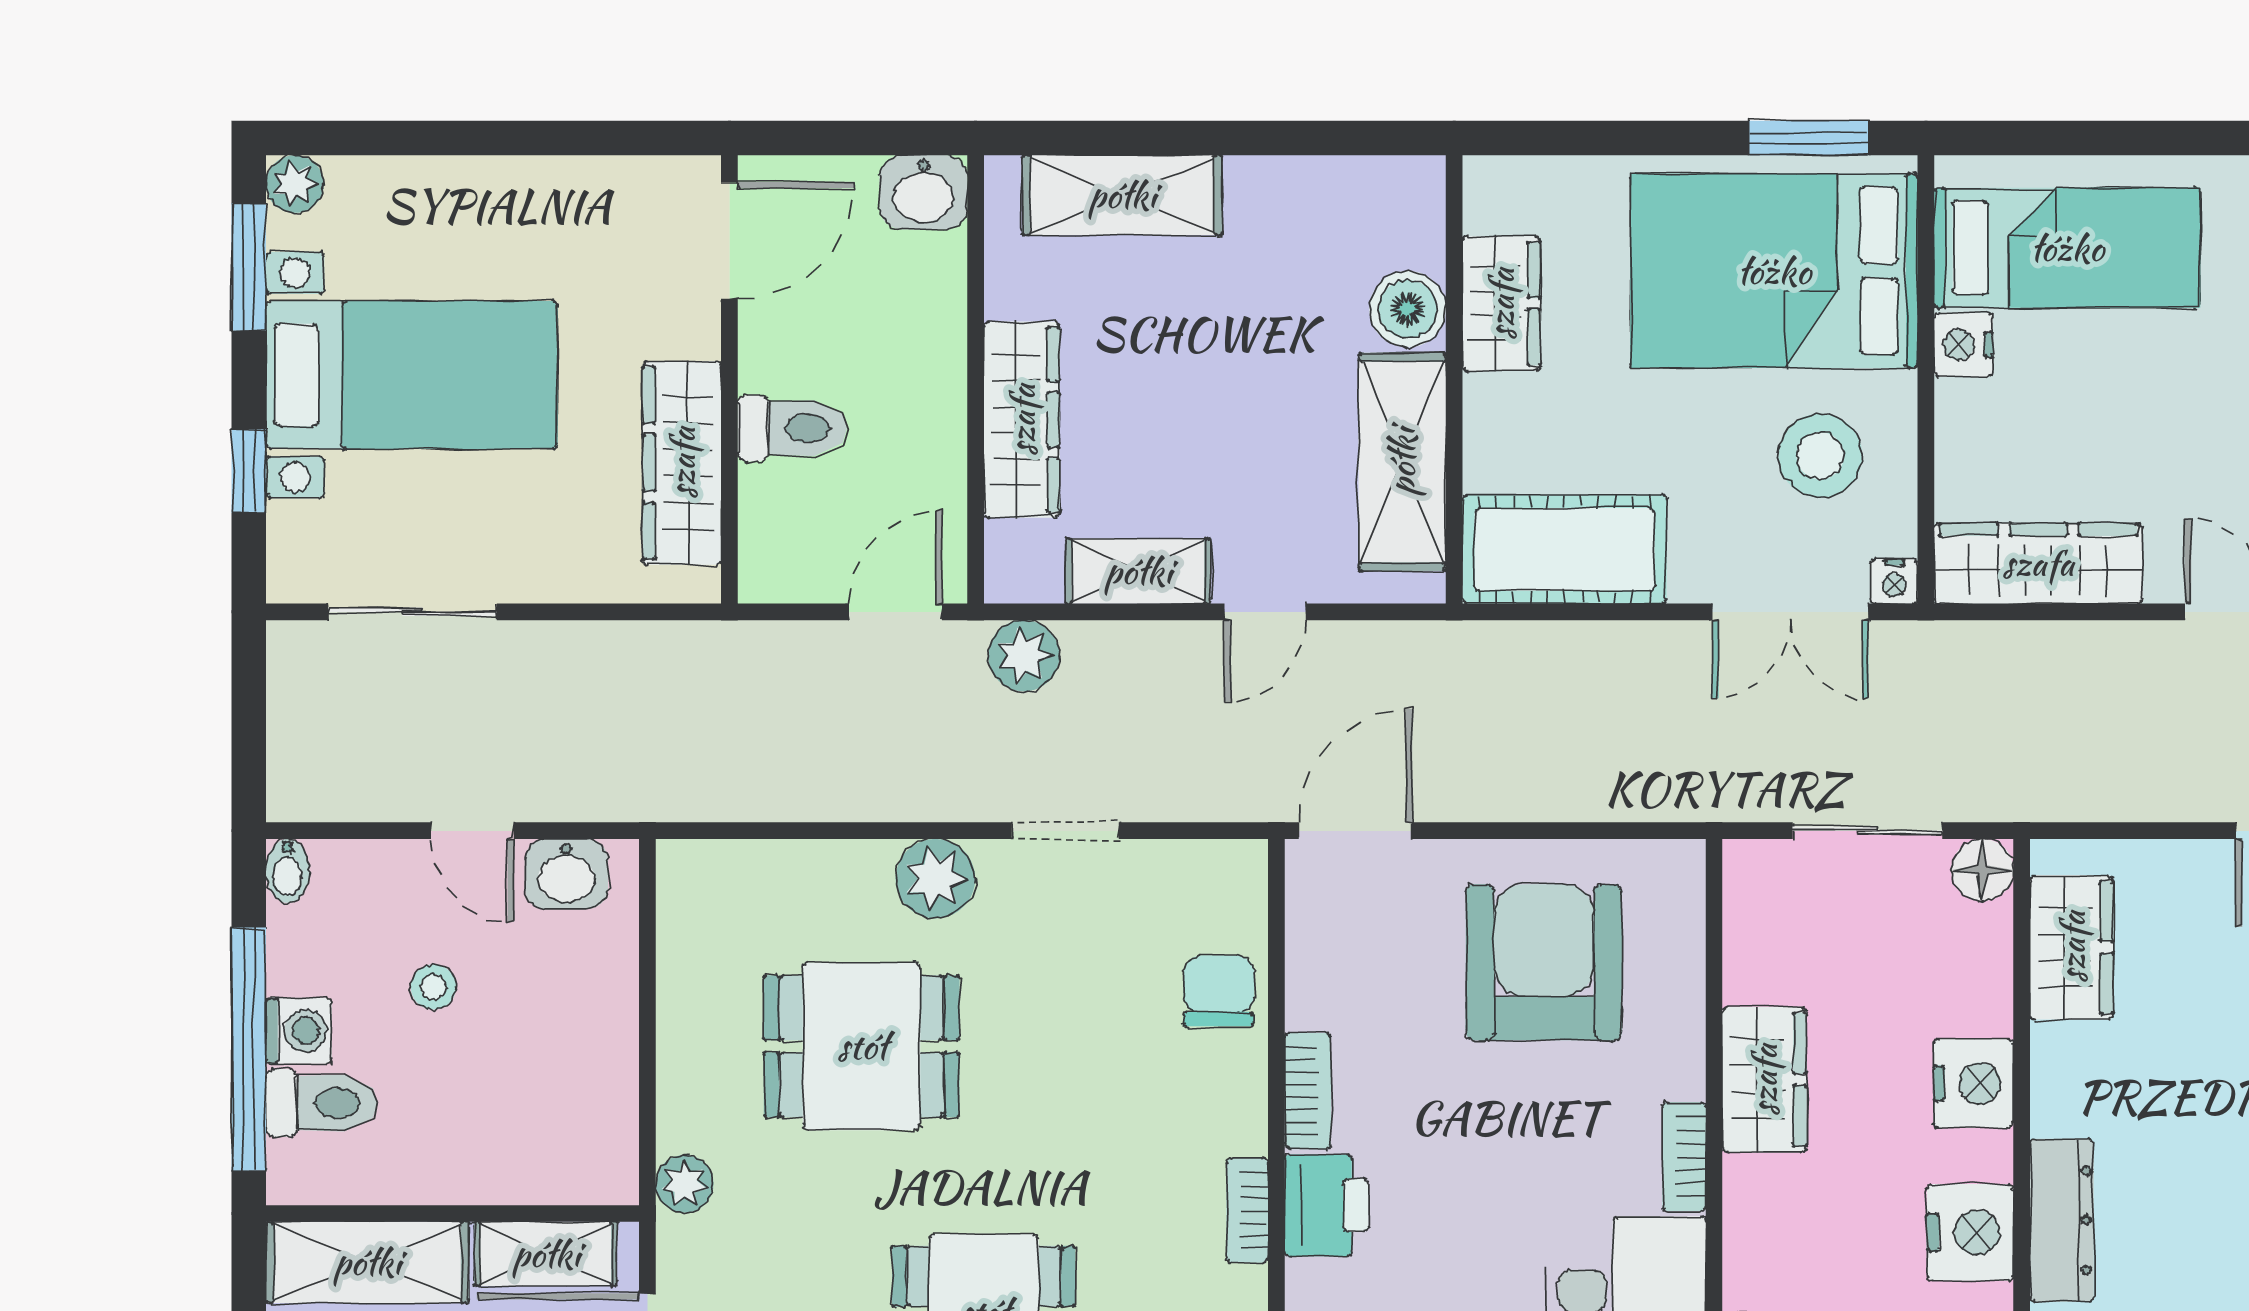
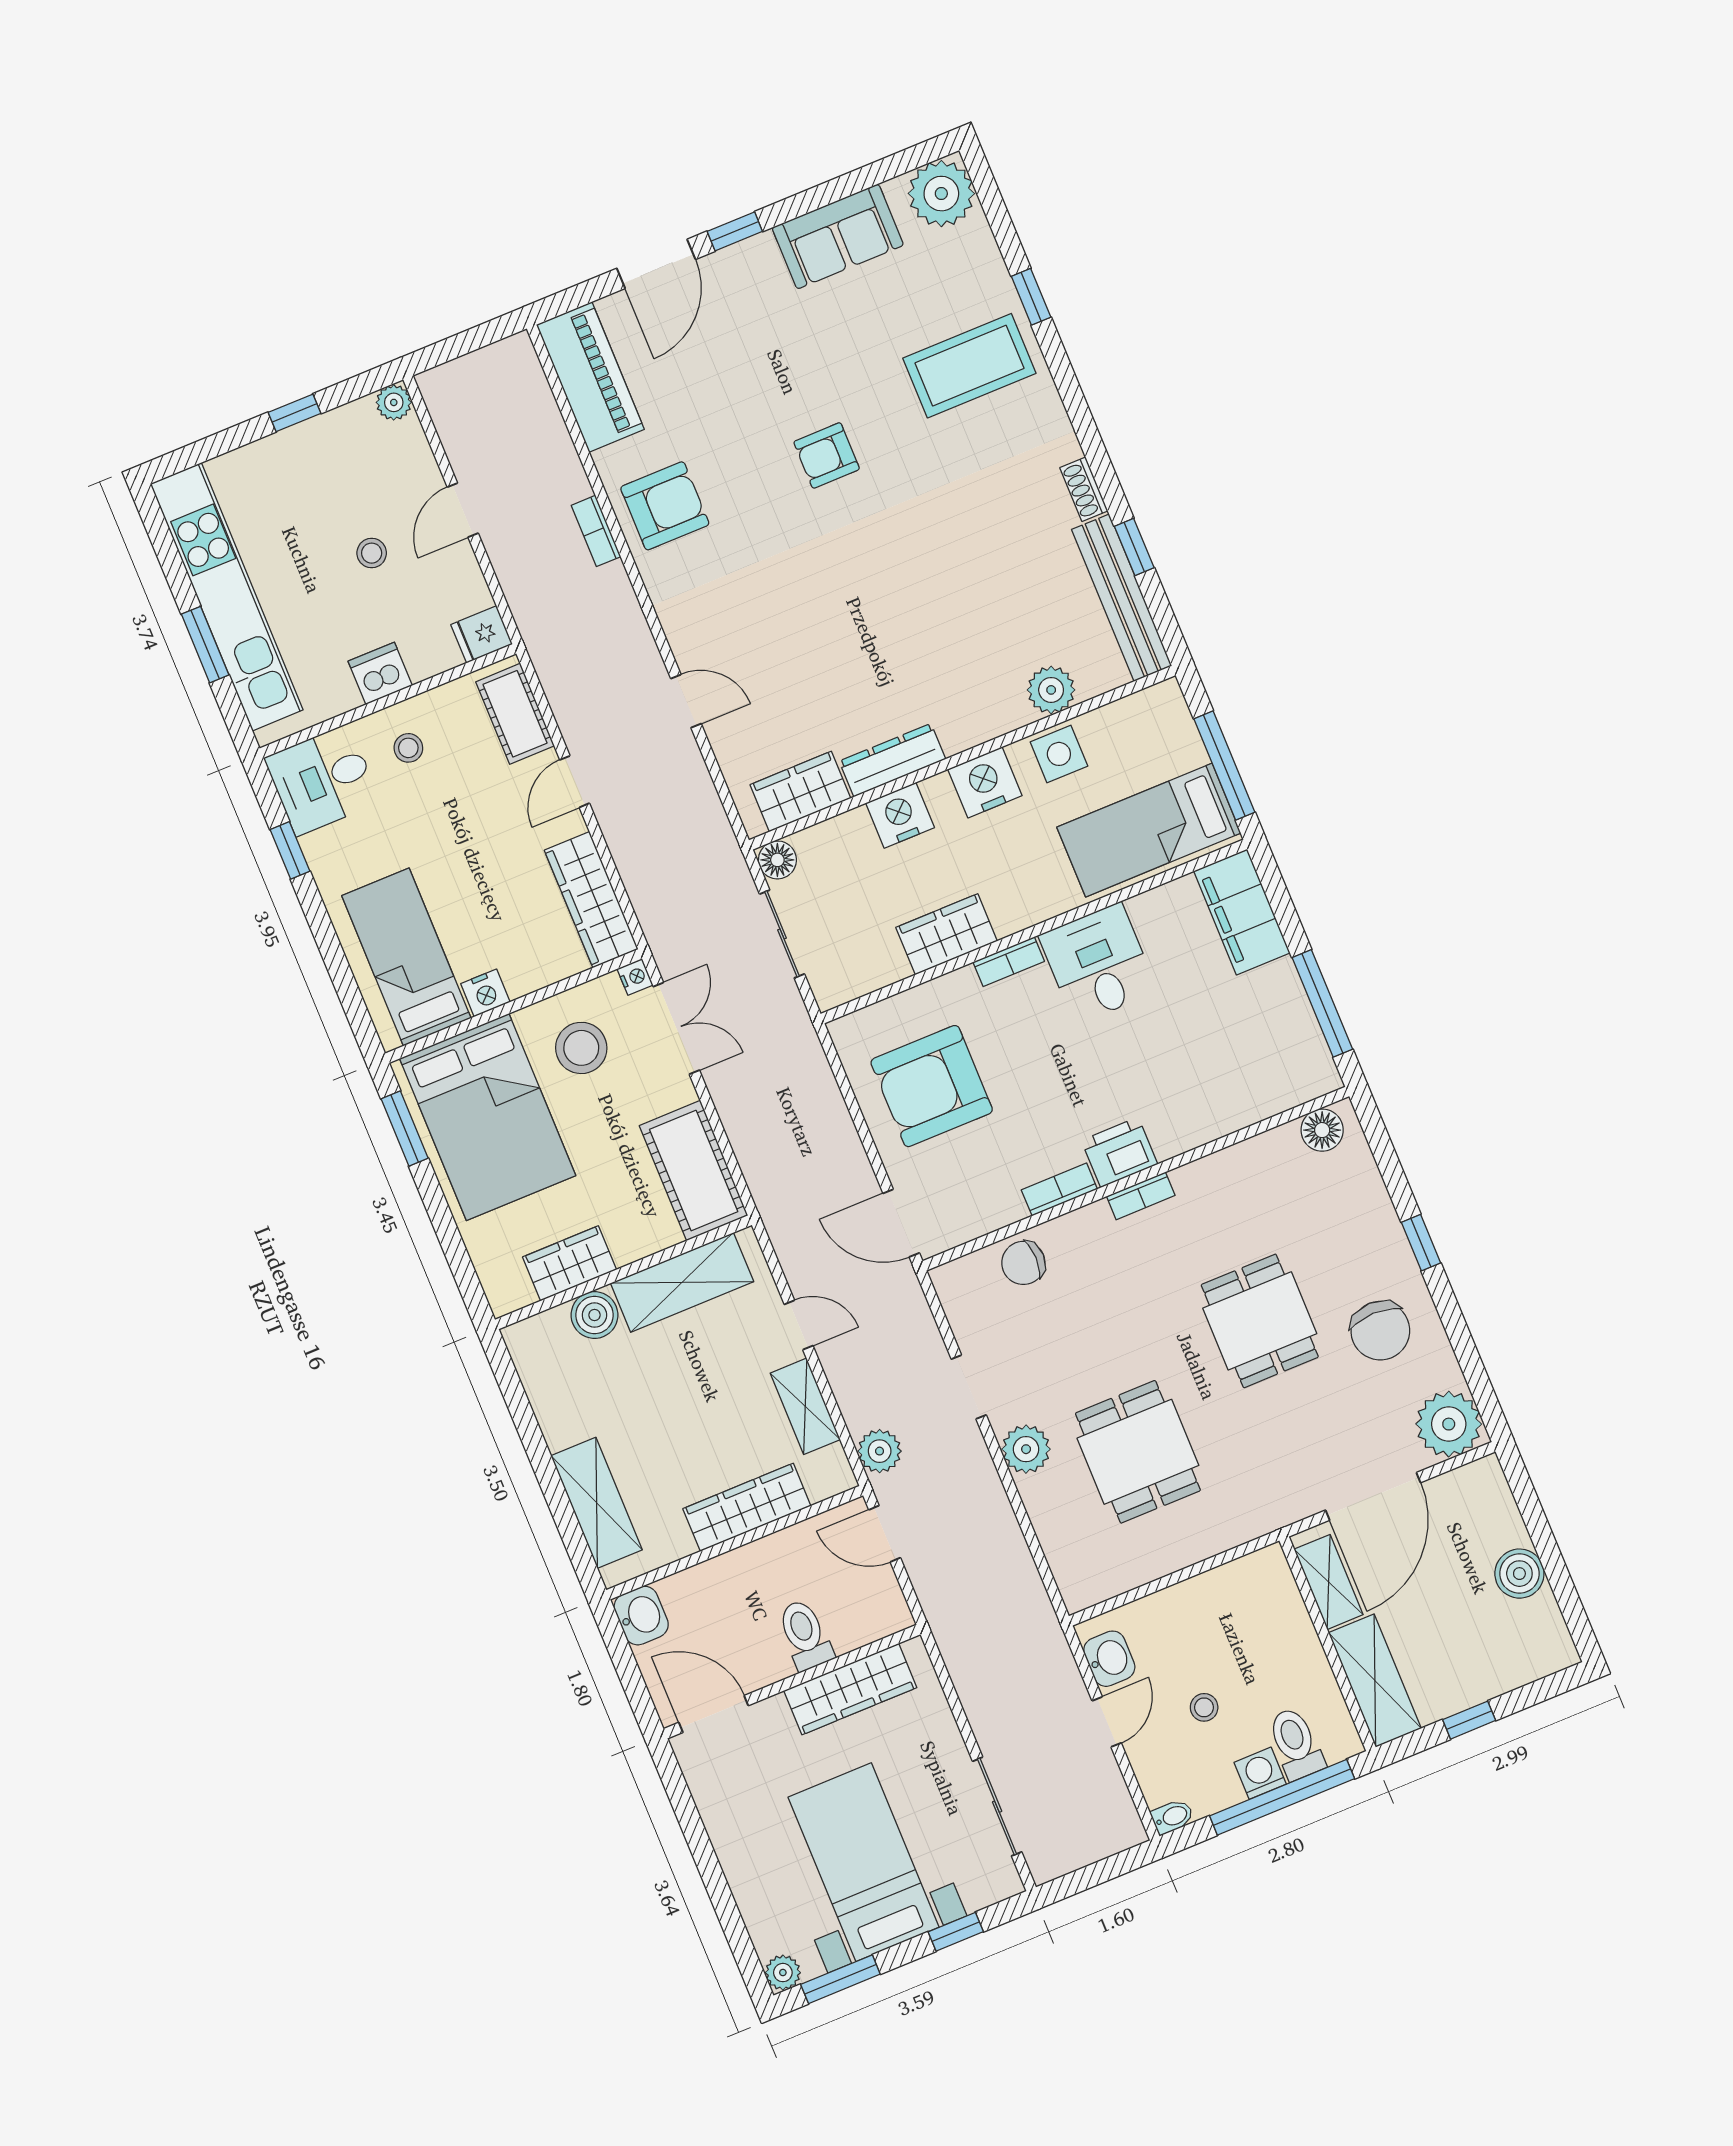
plant: (685, 1184) -> (1257, 1520), removed
dresser: (2062, 1220) -> (892, 760), moved

